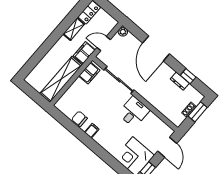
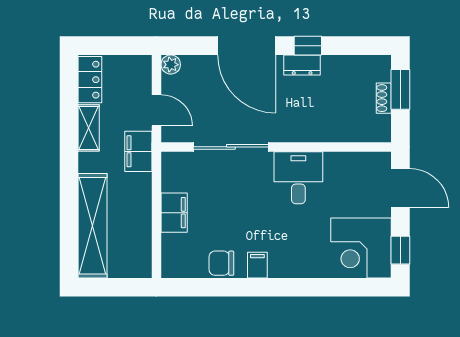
door: (104, 44) -> (156, 110), swing flipped
filing cabinet: (89, 73) -> (174, 213), moved
window: (188, 76) -> (308, 46), moved
shelving: (61, 79) -> (92, 226), moved
dresser: (180, 81) -> (302, 65), moved

